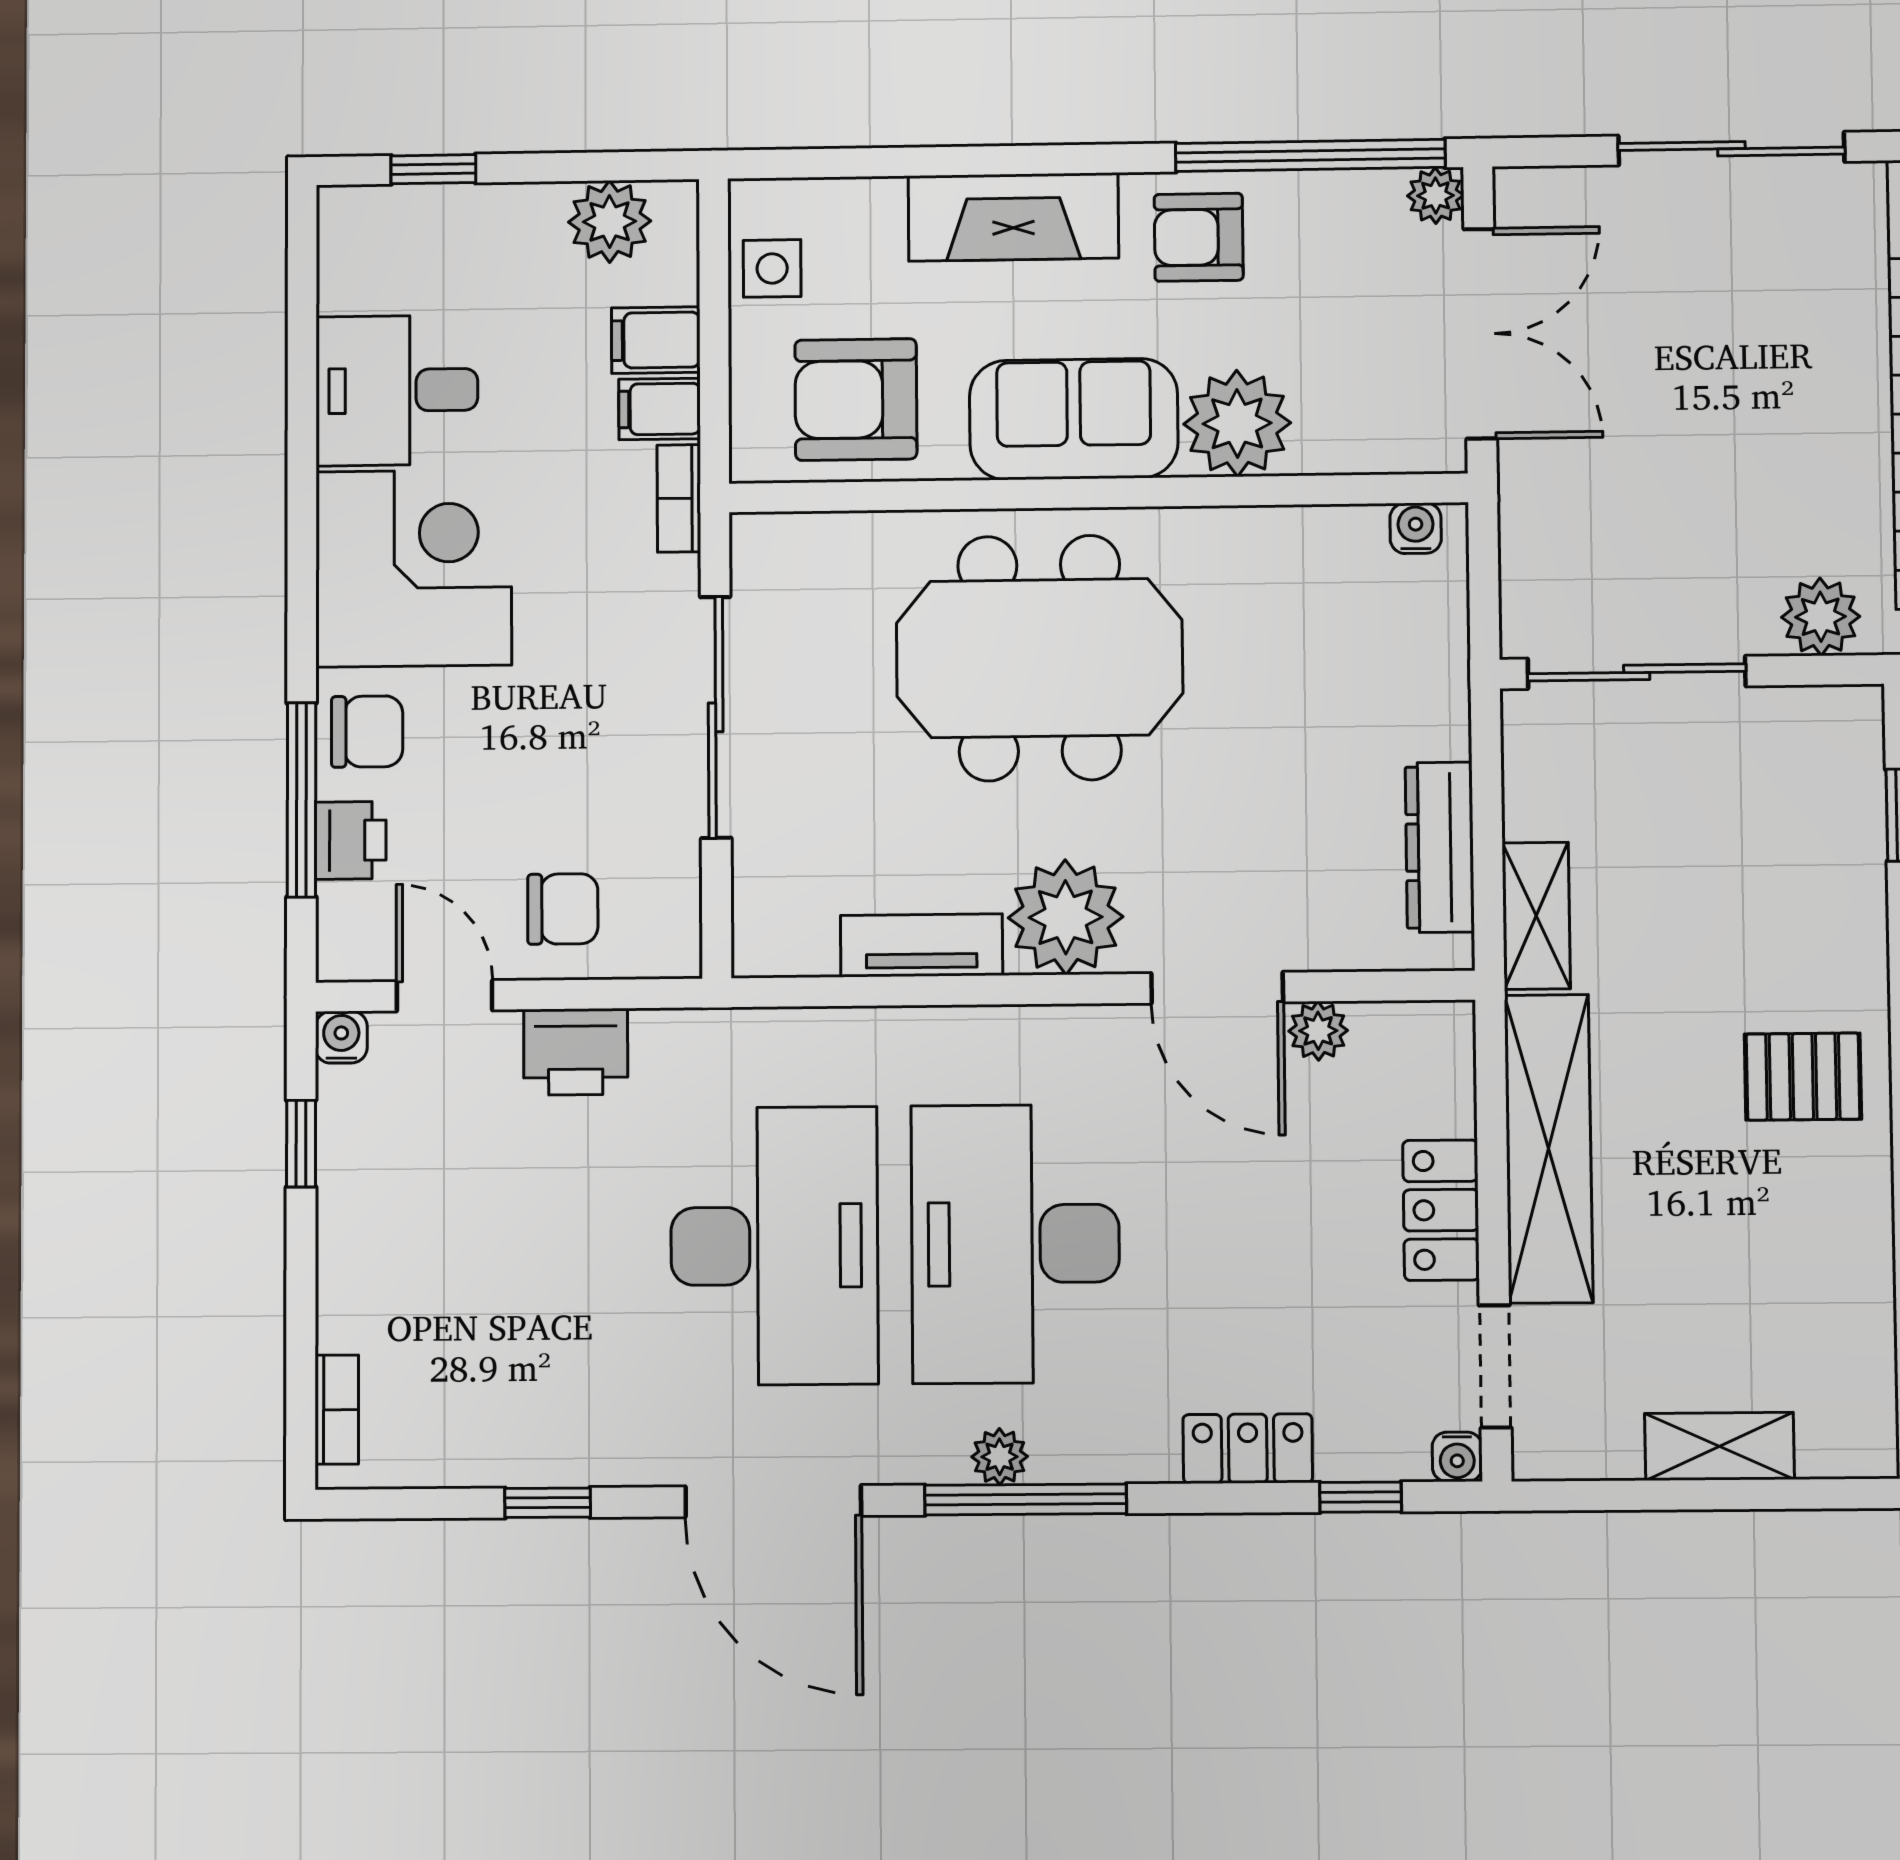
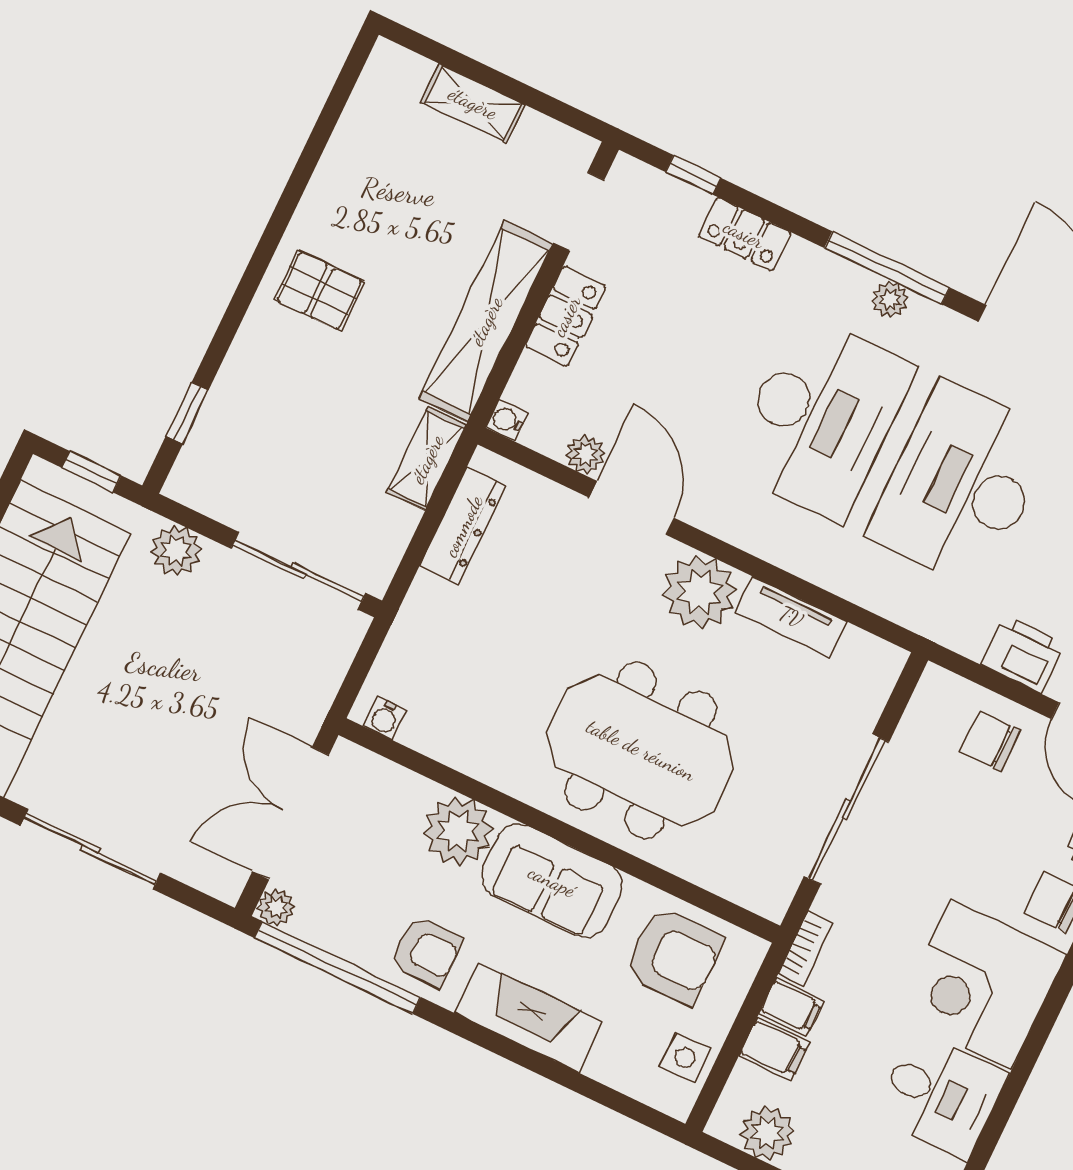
water cooler: (1457, 1457) -> (507, 420), moved, turned -90

